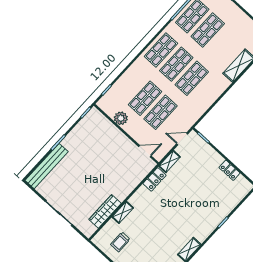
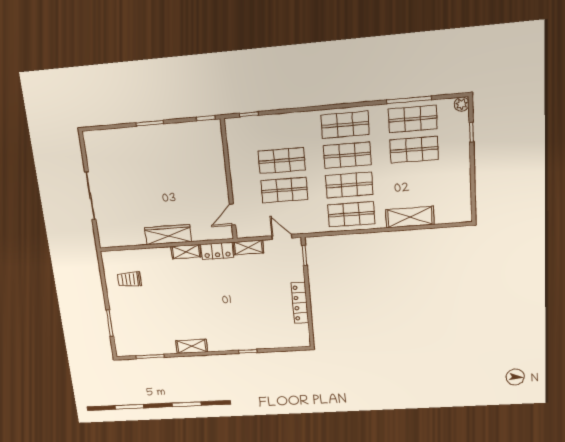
shop shelf: (207, 93) -> (351, 214), added
plant: (121, 118) -> (238, 158), removed
door: (145, 151) -> (233, 214), swing flipped
bench: (47, 166) -> (117, 137), removed
locker: (230, 170) -> (300, 303), width x1.53
wardrobe: (105, 211) -> (168, 235), moved
shelving: (123, 212) -> (186, 252), moved

